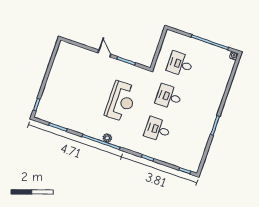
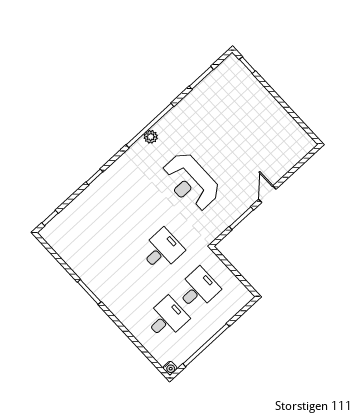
door: (104, 54) -> (267, 194), swing flipped
desk: (158, 129) -> (167, 318), moved

